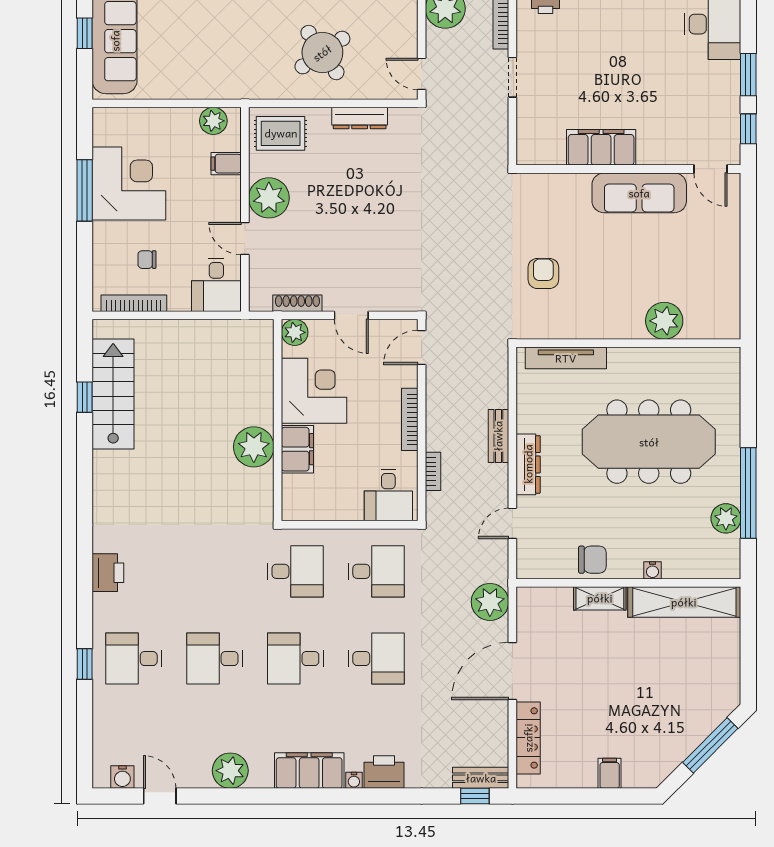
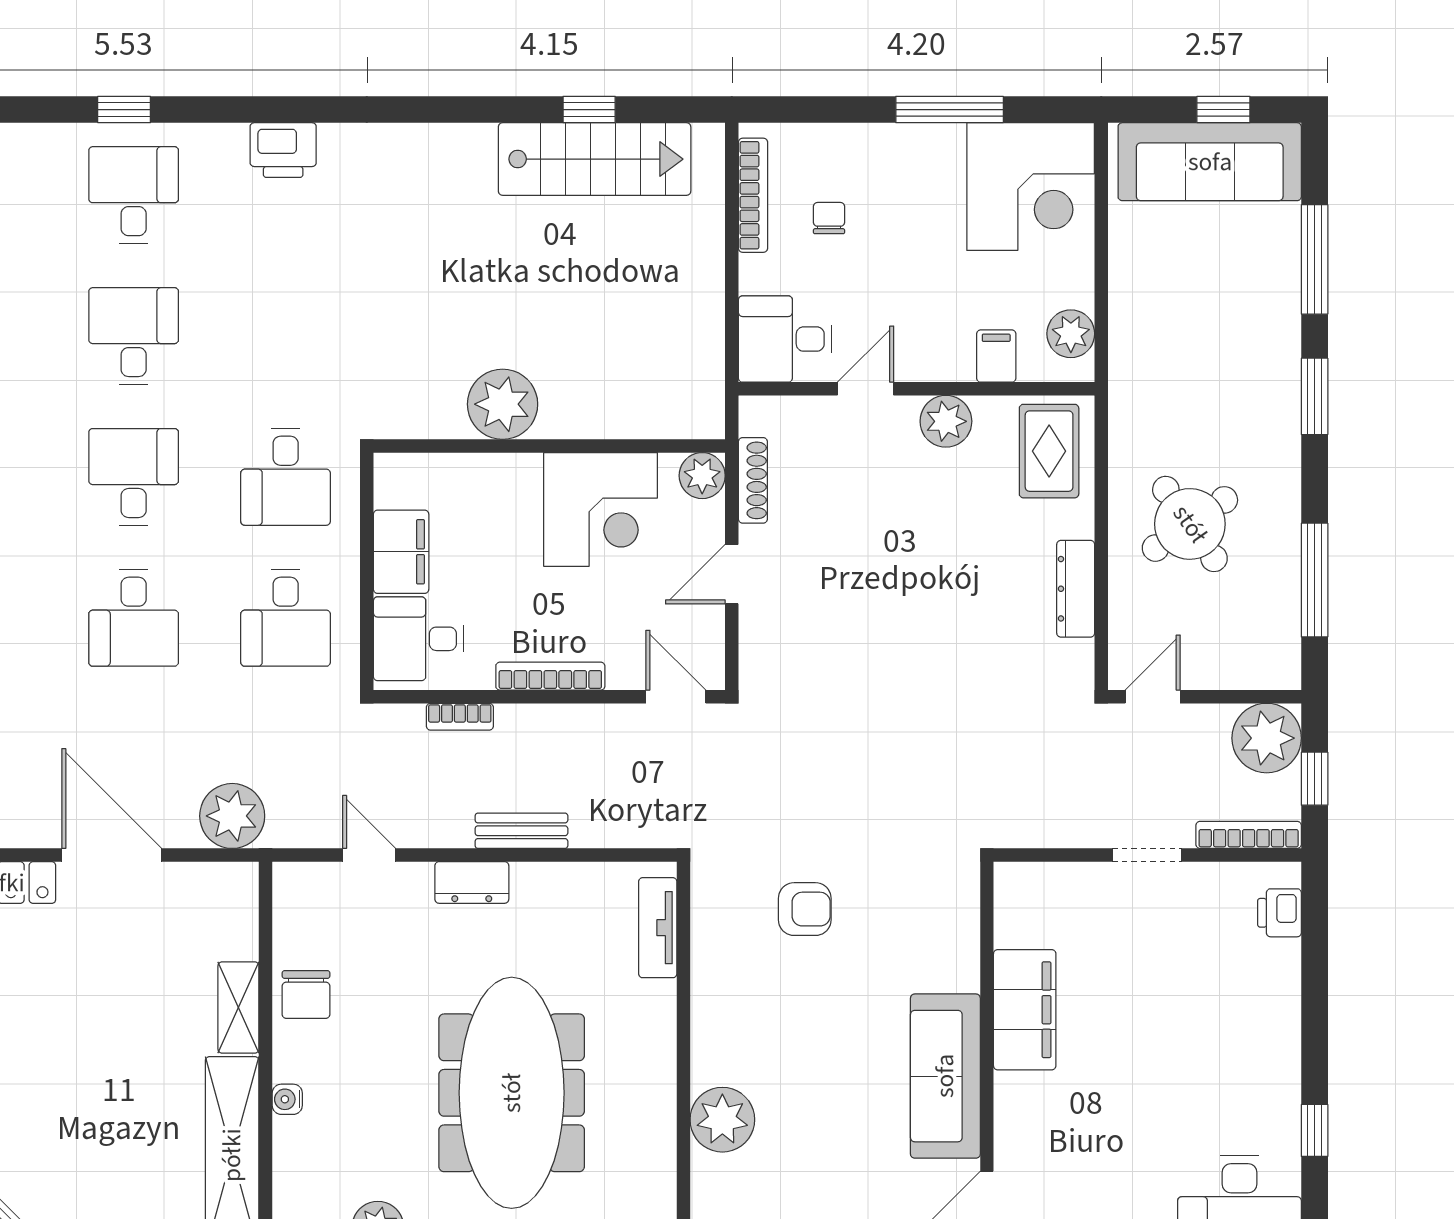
corner desk: (129, 183) -> (1031, 187), moved
plant: (269, 198) -> (946, 421), width x0.73, depth x0.73
tv unit: (566, 358) -> (658, 928), width x0.71
filing cabinet: (297, 449) -> (401, 552), moved, turned -90
dresser: (528, 464) -> (472, 882), width x0.70

